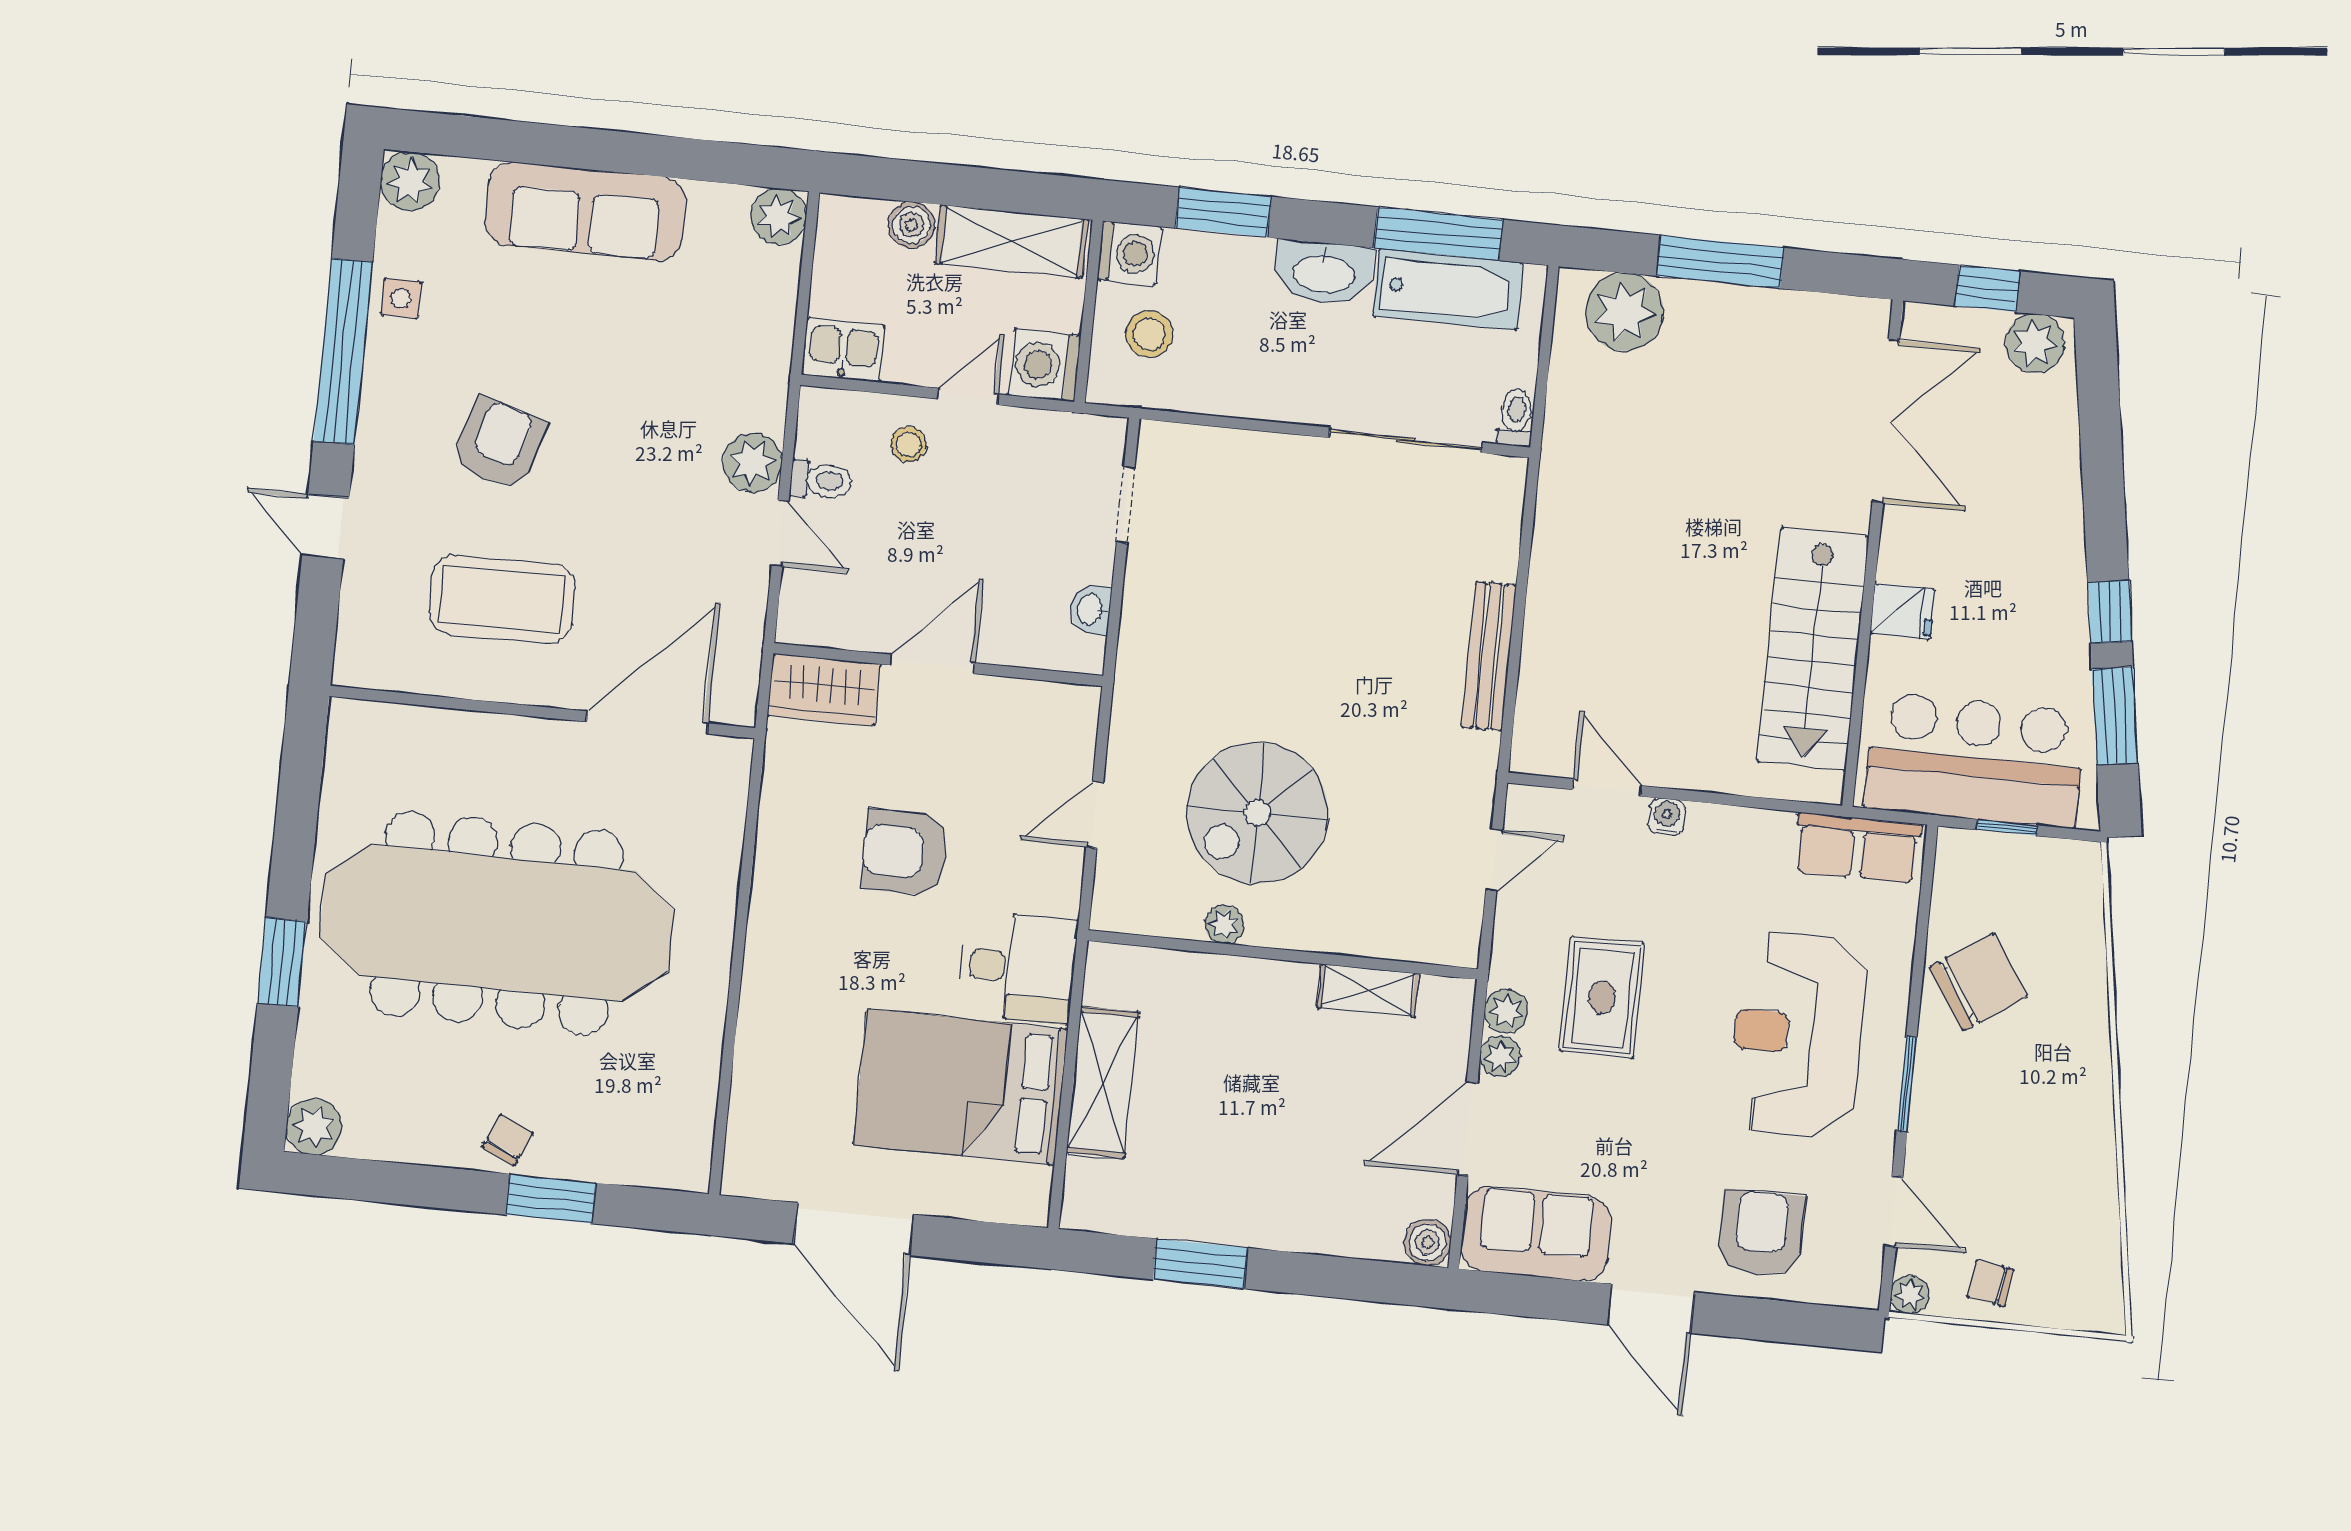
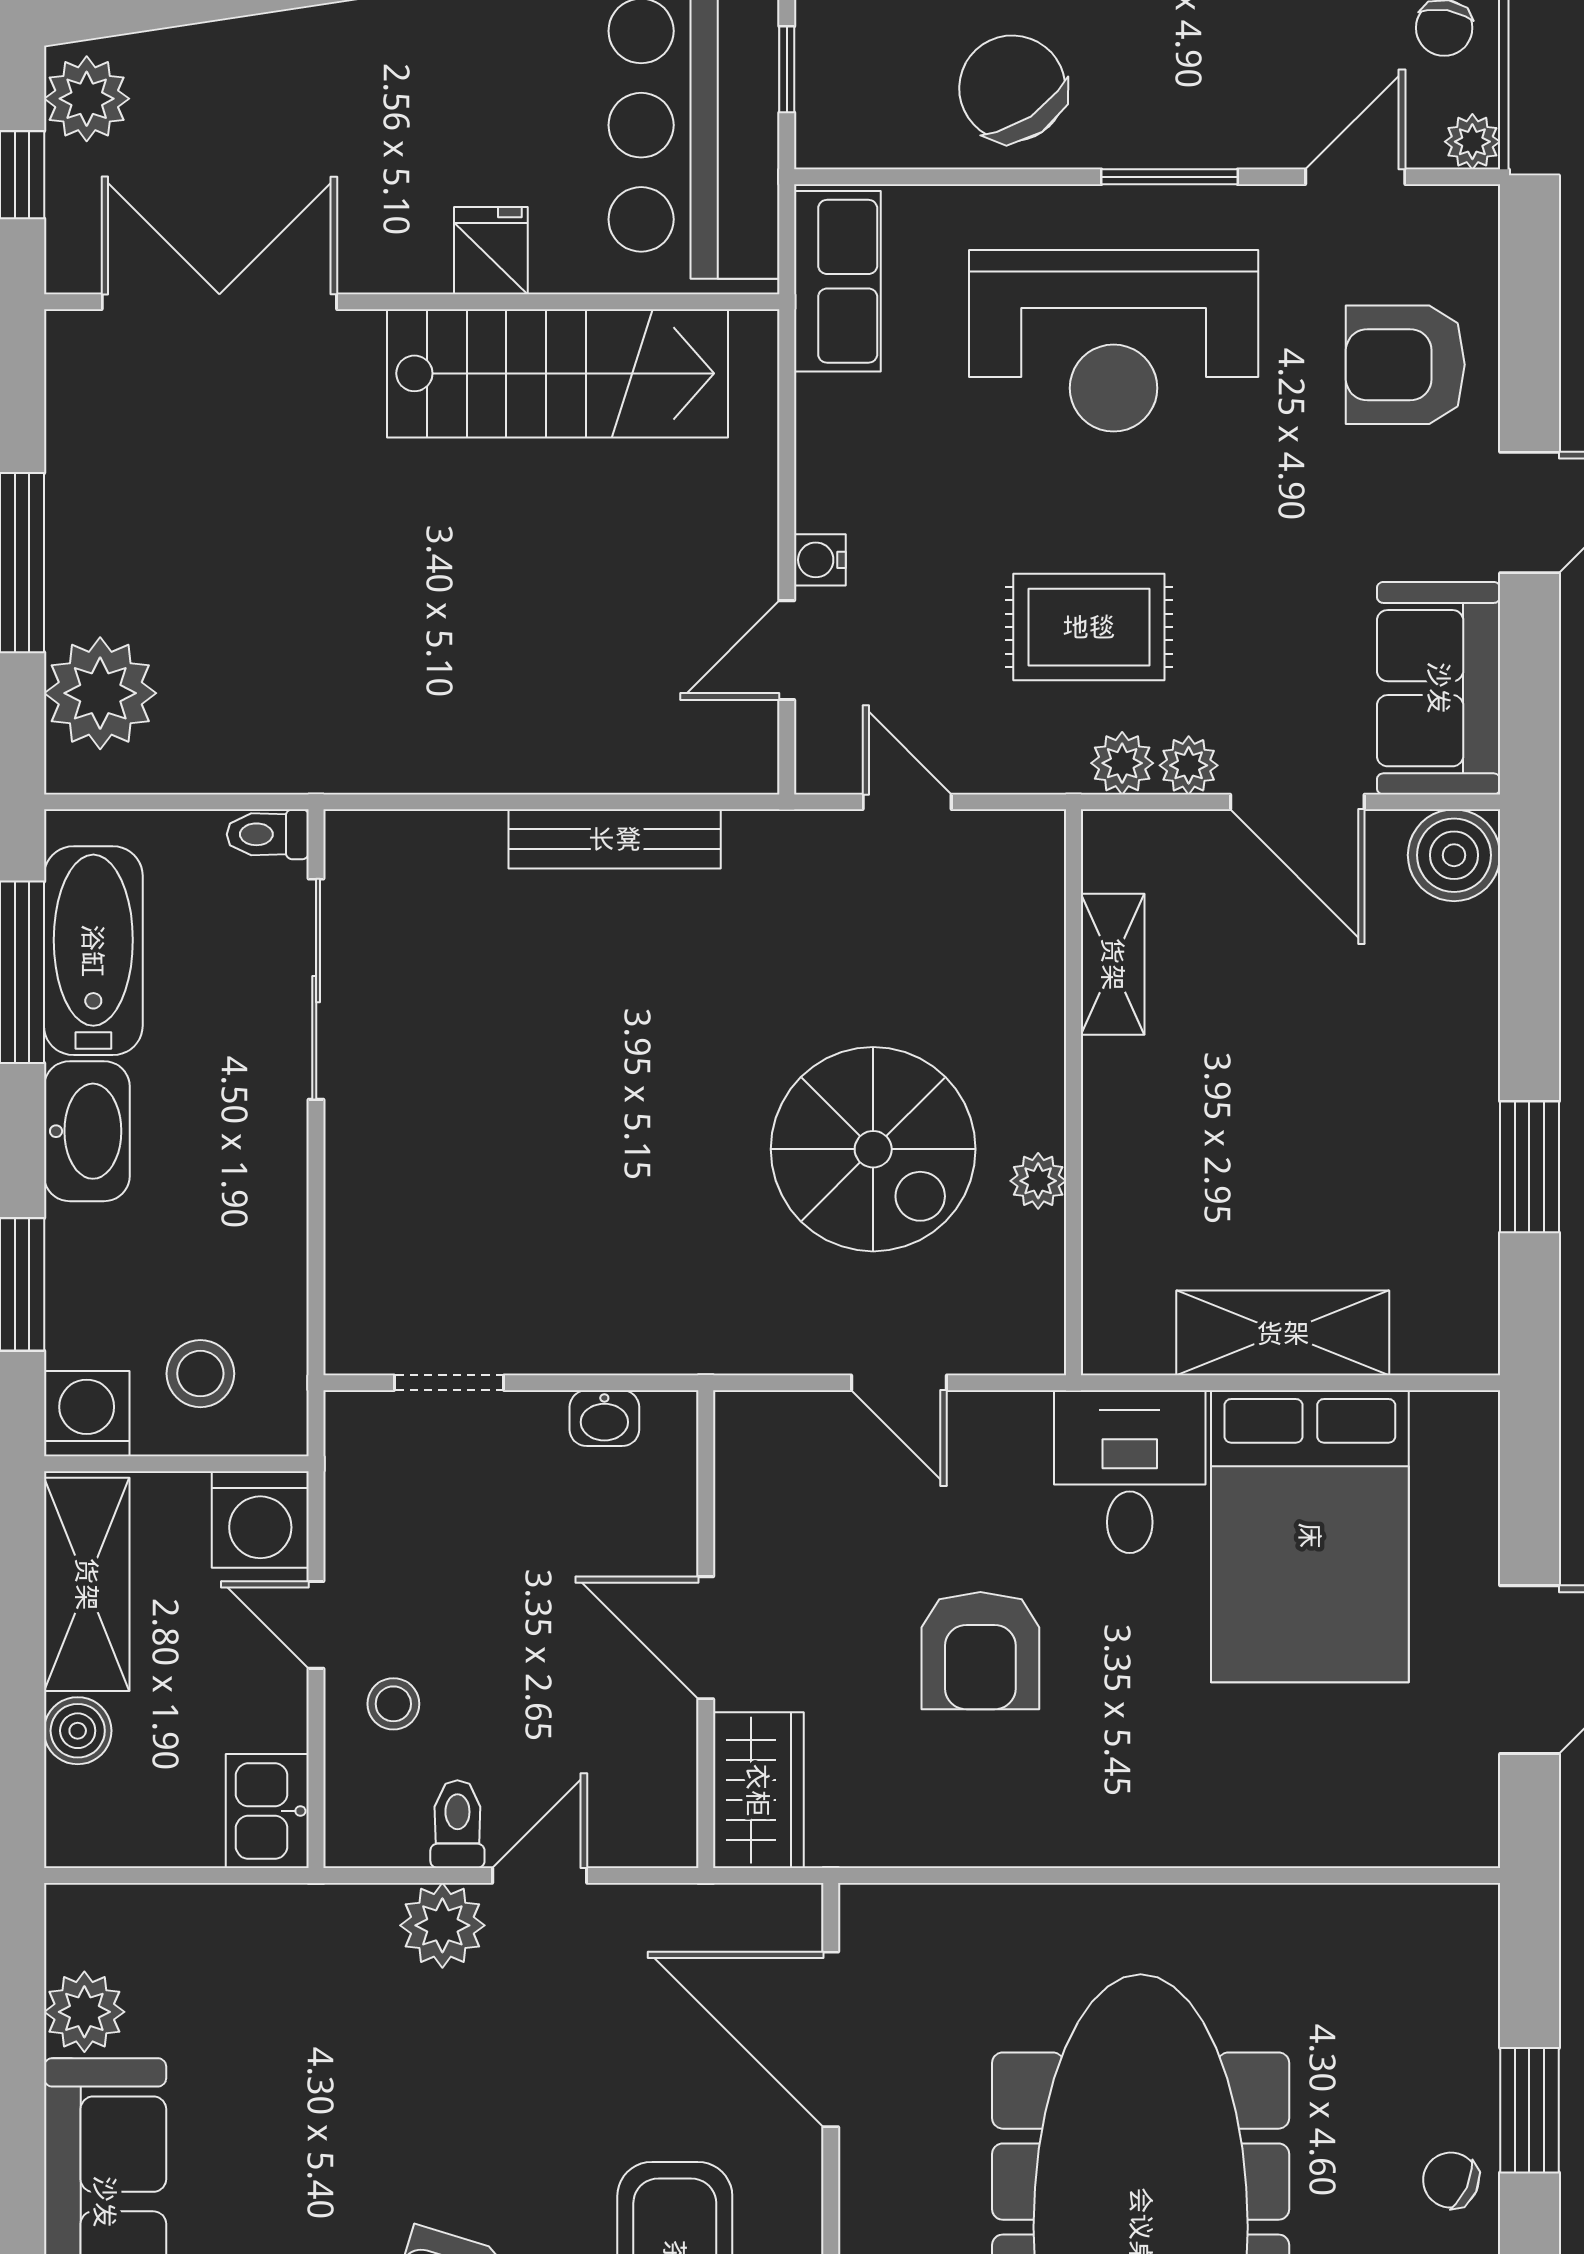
plant: (779, 216) -> (84, 2012), moved
boiler: (1427, 1242) -> (1454, 855), width x1.36, depth x1.36

